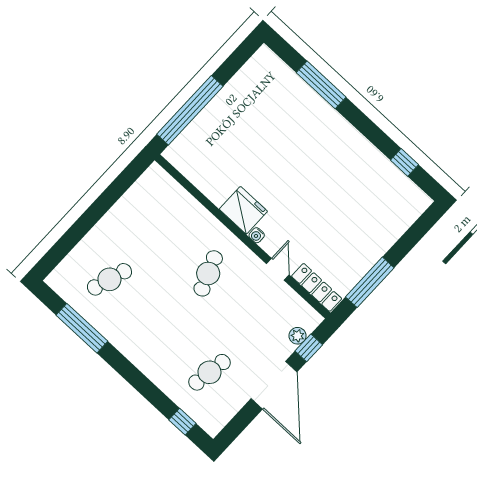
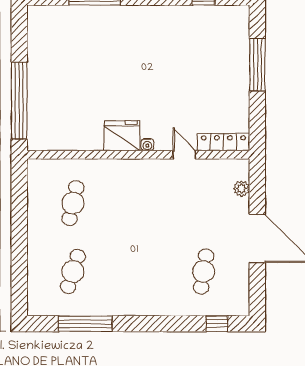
cafe table: (208, 273) -> (73, 203), moved, turned 33
window: (370, 282) -> (257, 65), moved
window: (309, 348) -> (257, 190), removed

